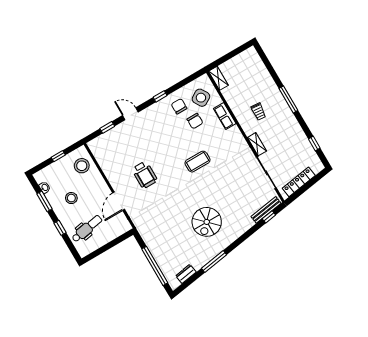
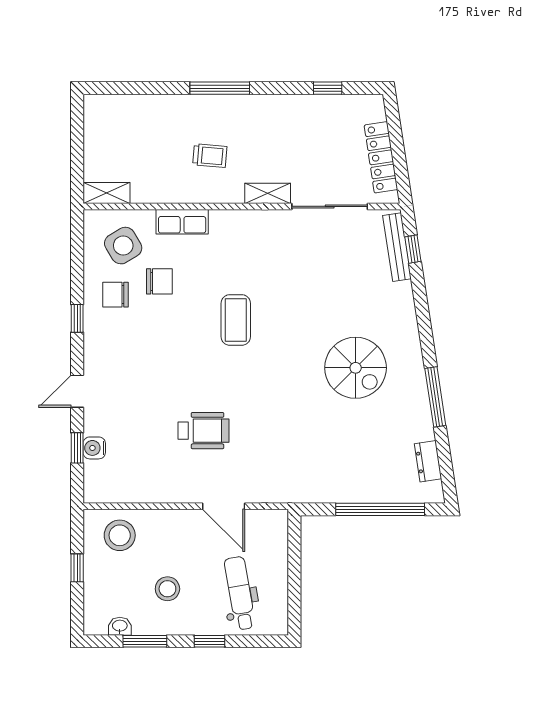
water cooler: (111, 134) -> (94, 448), added

